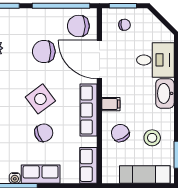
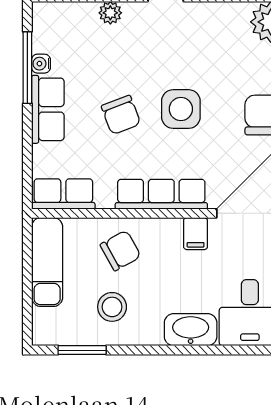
side table: (40, 99) -> (181, 109), turned 37
filing cabinet: (111, 104) -> (196, 234), moved
exam couch: (145, 174) -> (47, 262), moved

